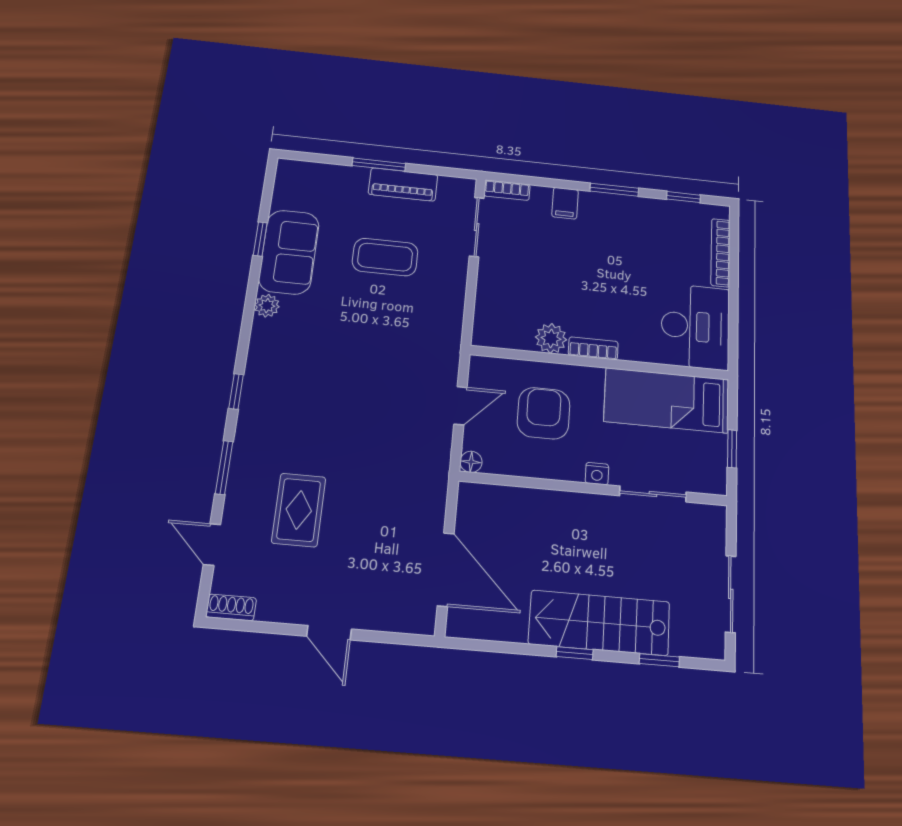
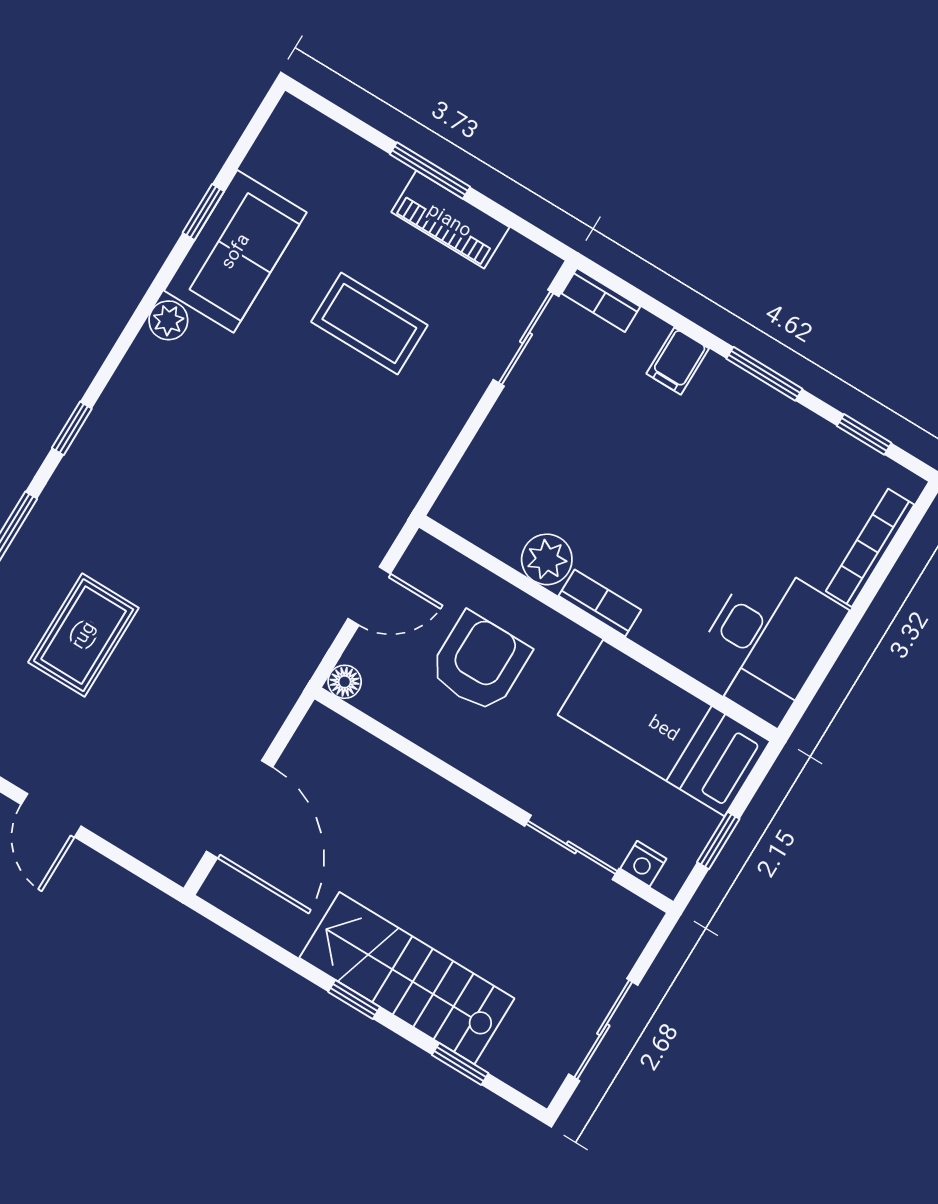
nightstand: (597, 474) -> (643, 864), moved

